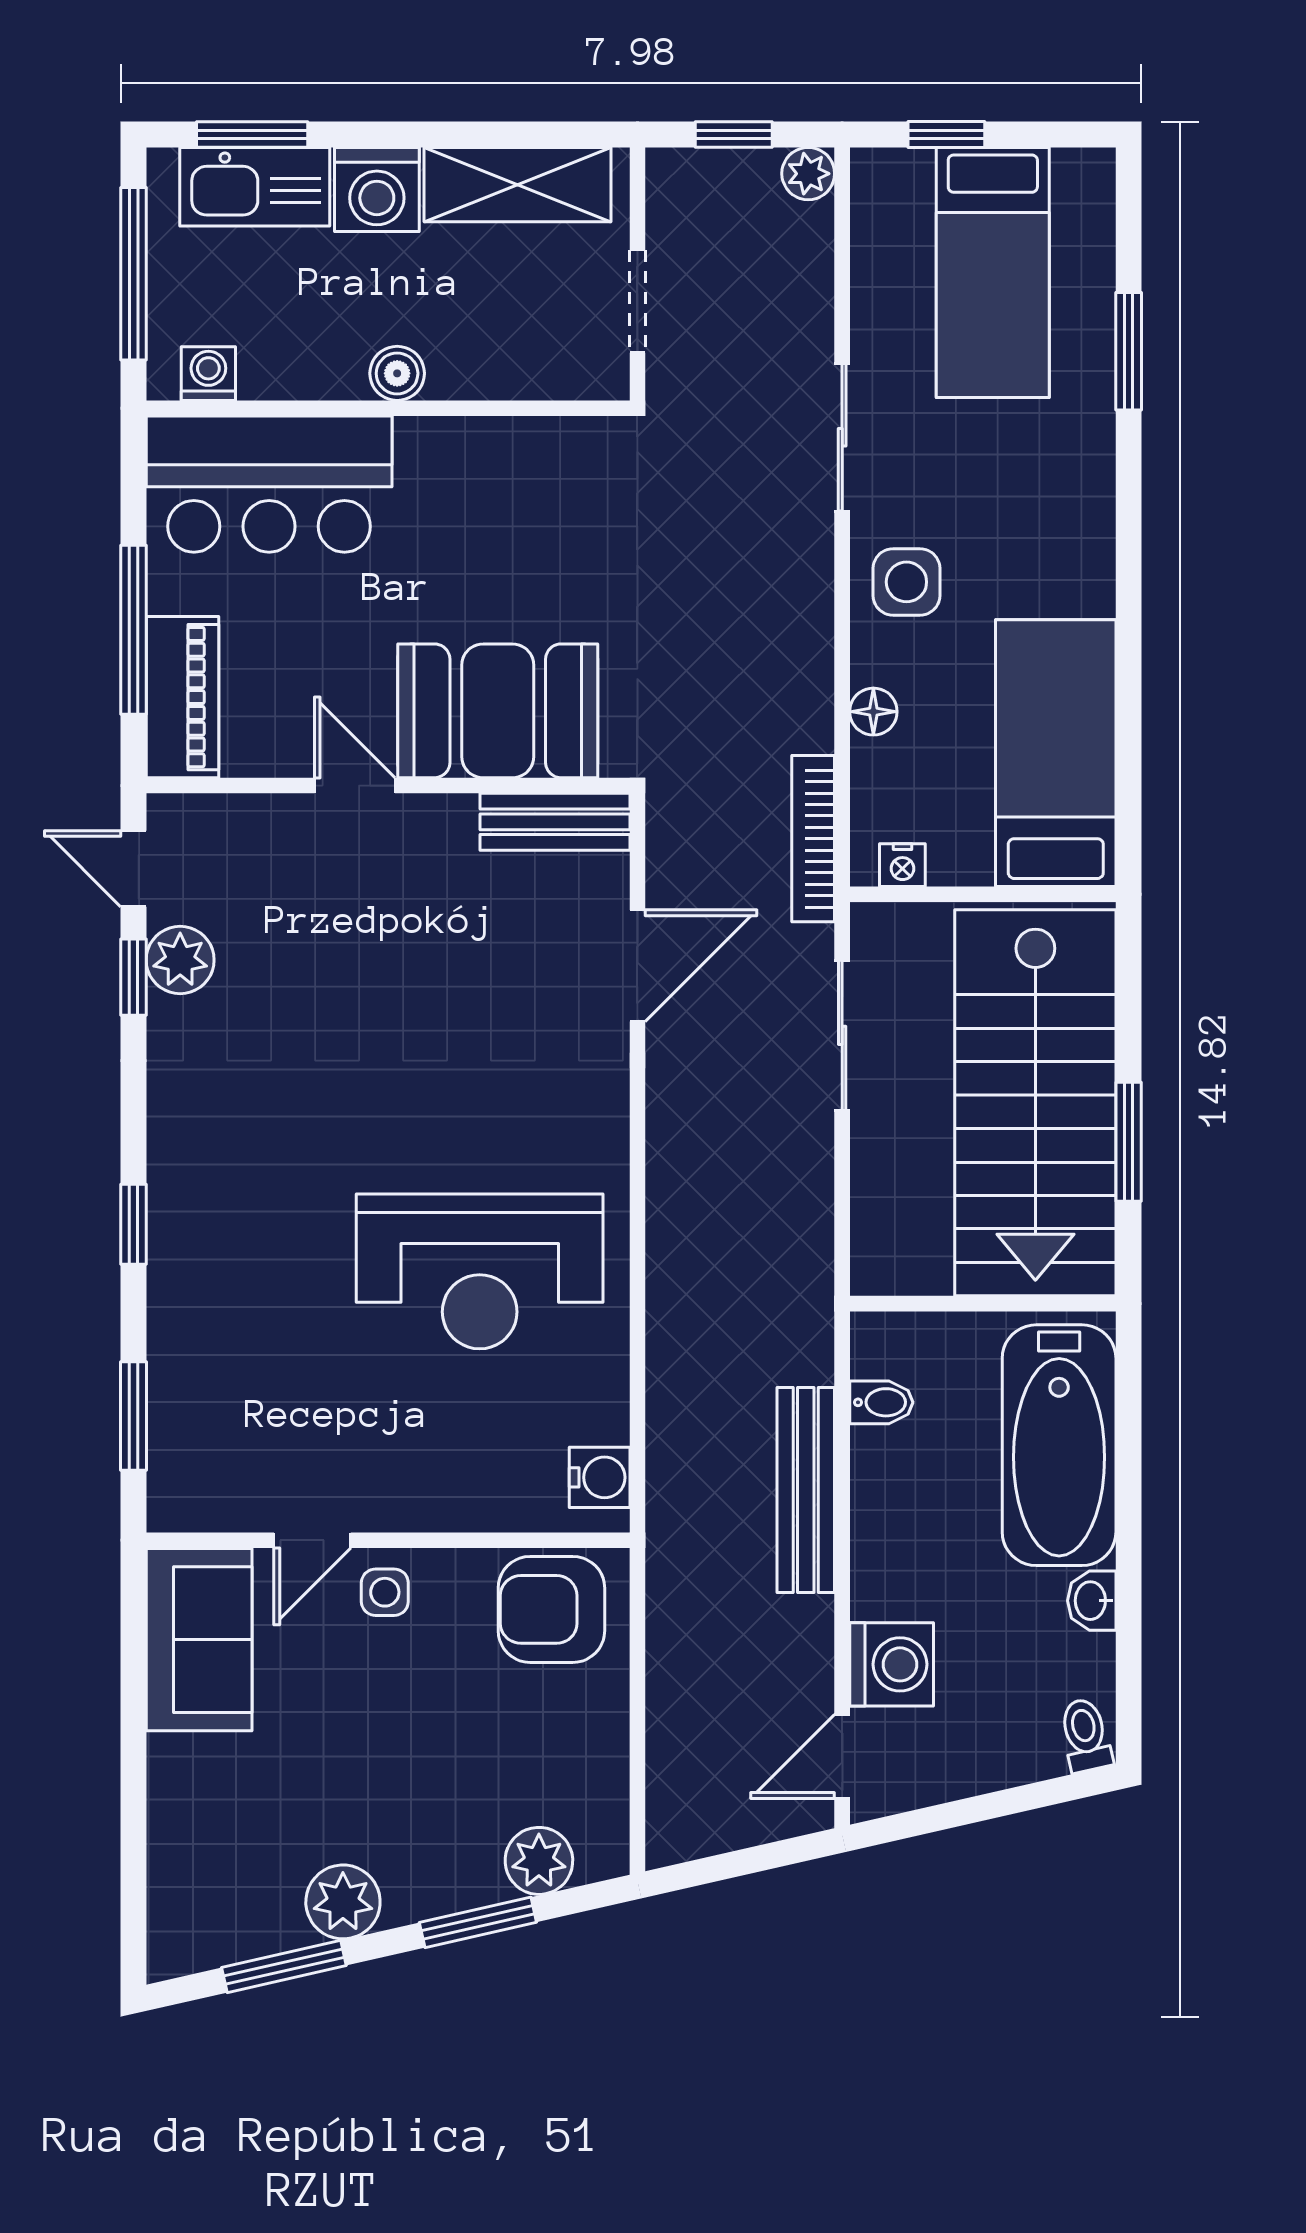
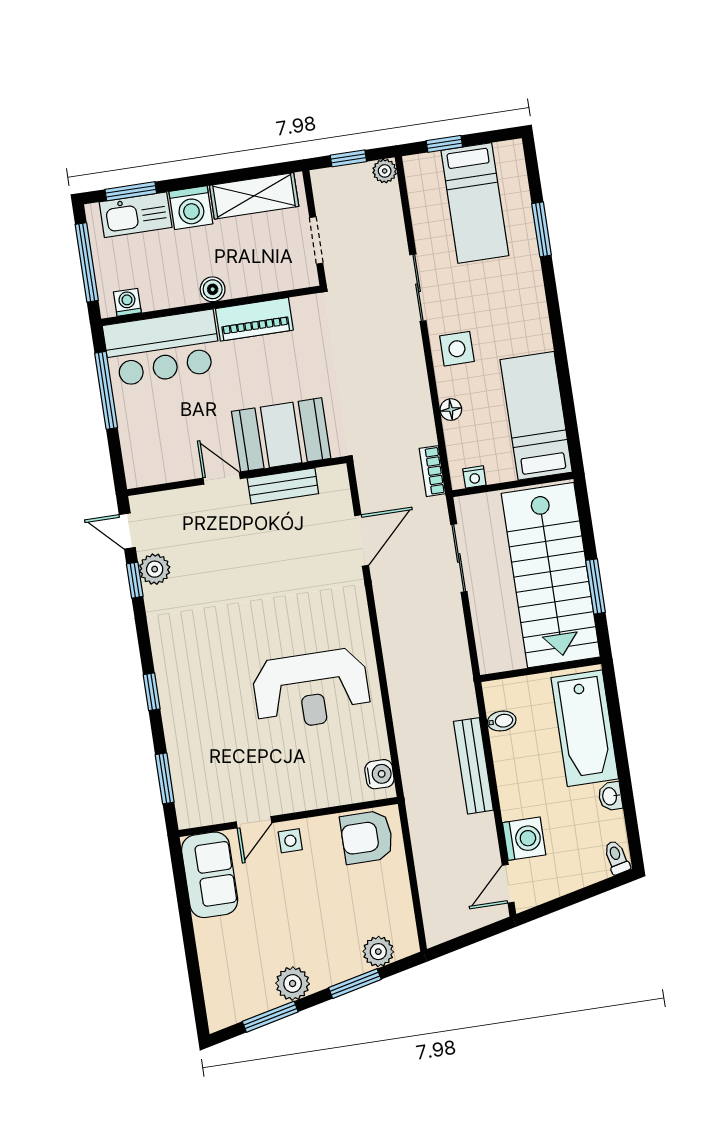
window: (134, 630) -> (106, 390), moved
piano: (182, 697) -> (254, 319), moved, turned 90
bench: (555, 822) -> (283, 486), moved
bookcase: (813, 839) -> (432, 471), width x0.64

